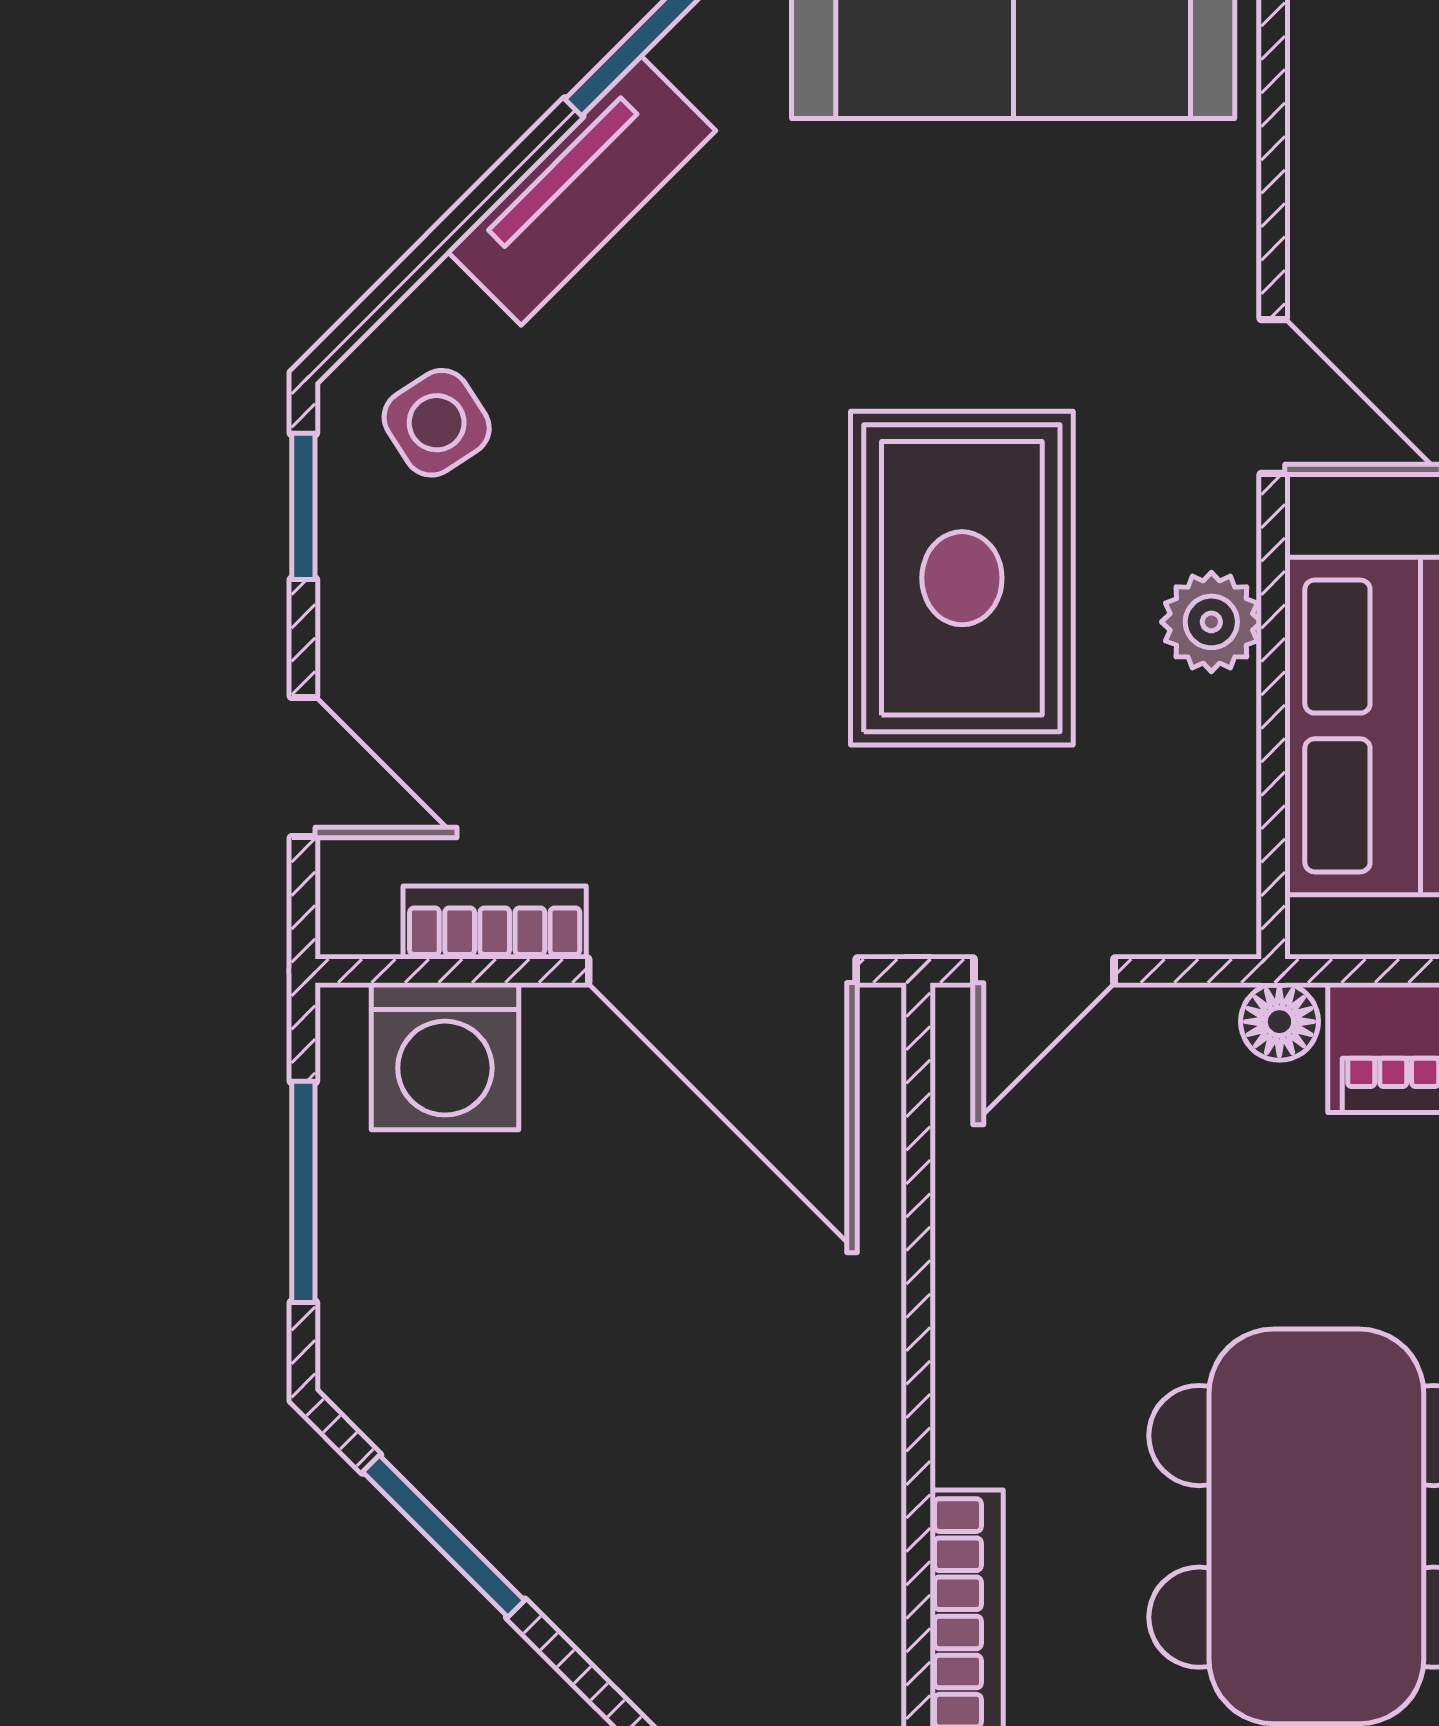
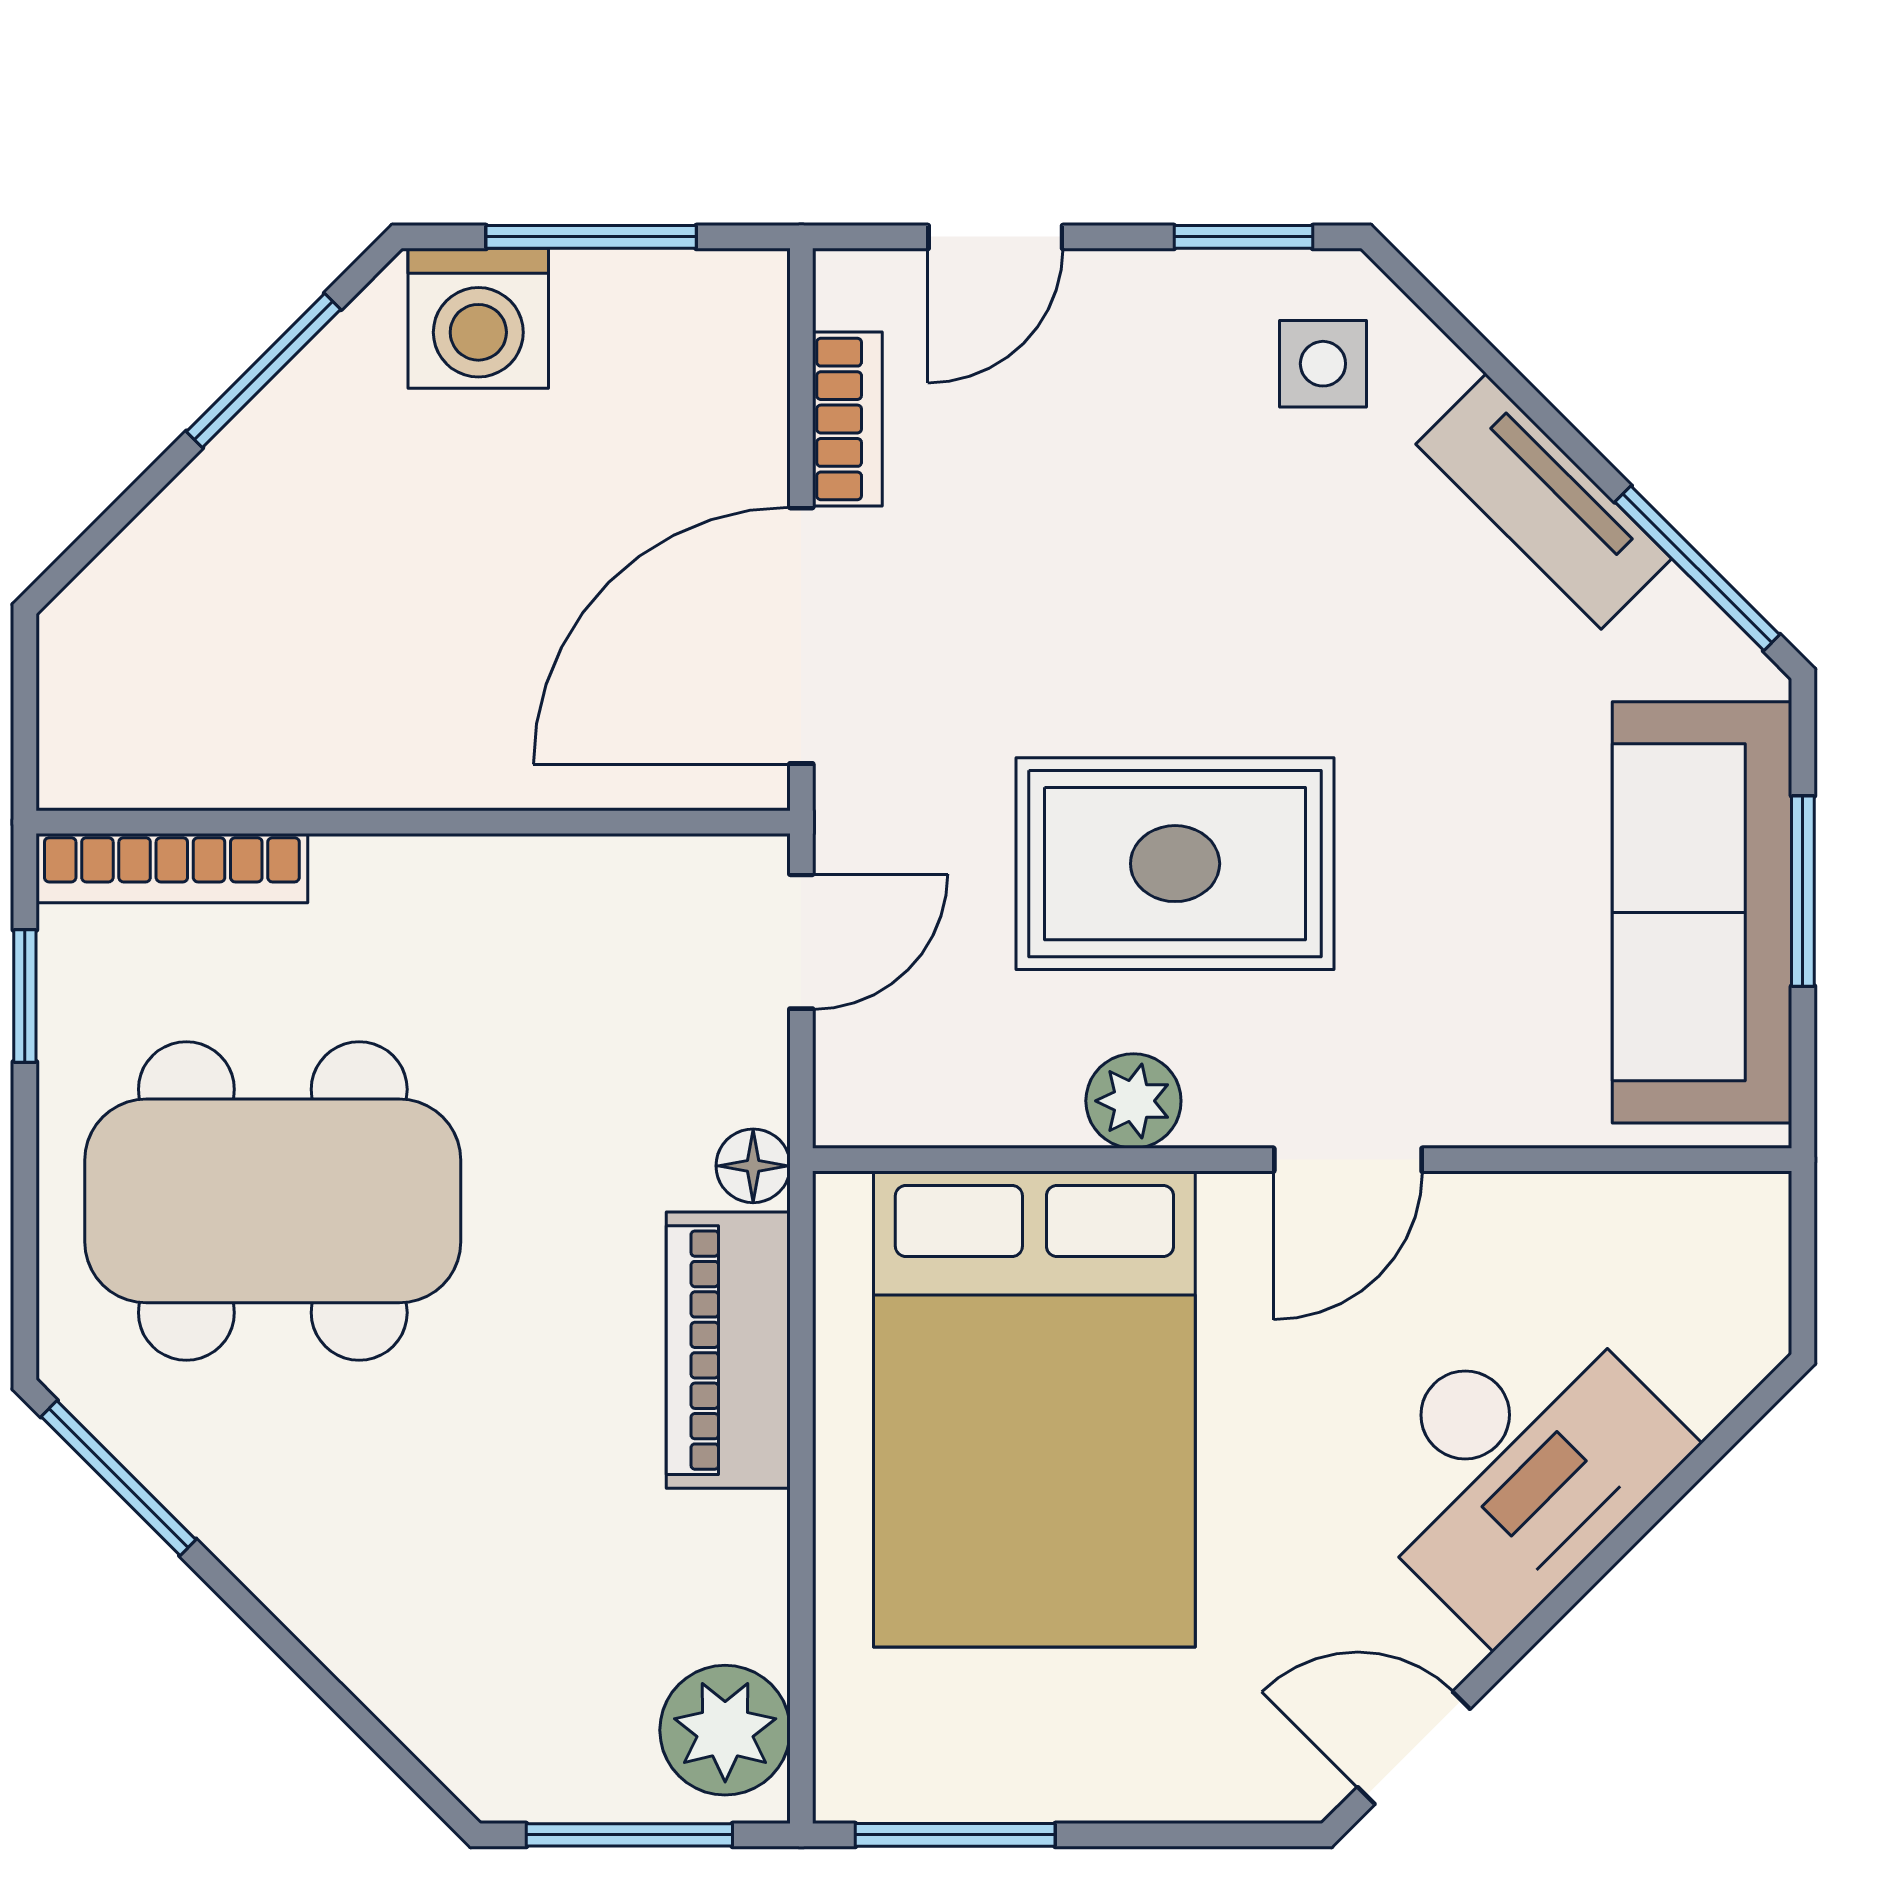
side table: (437, 423) -> (1323, 364), turned 33
door: (1044, 971) -> (801, 942), swing flipped
washing machine: (445, 1056) -> (478, 318), moved, turned -90

